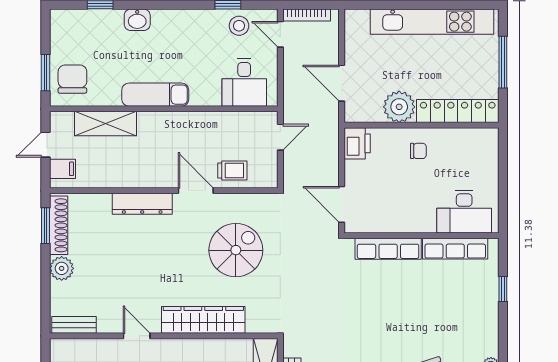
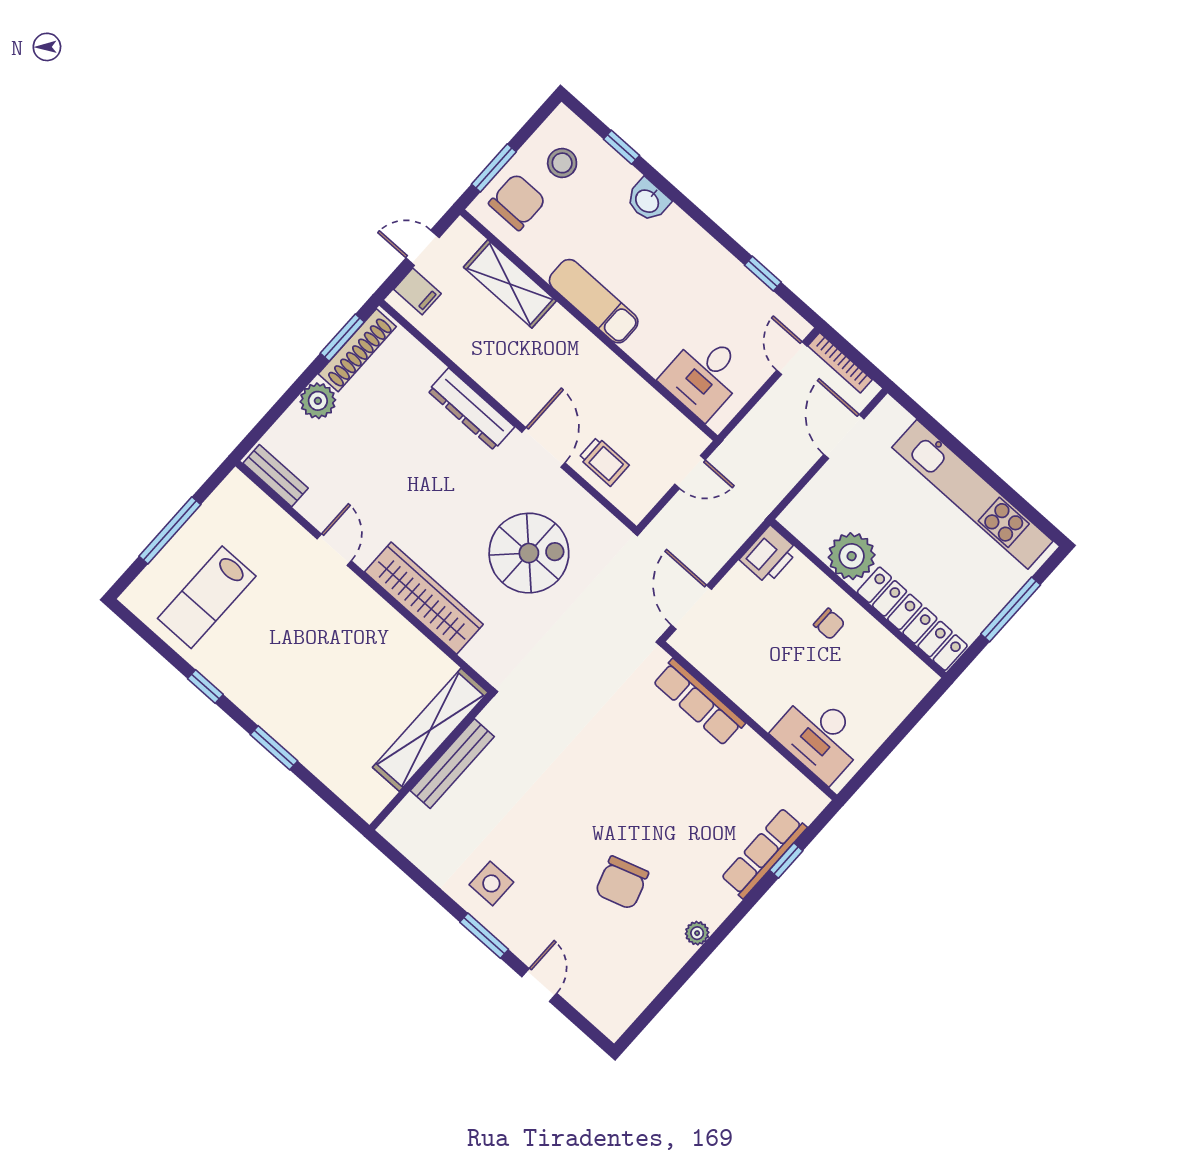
stool: (239, 26) -> (562, 163), moved
door: (342, 83) -> (844, 437), moved
row of seats: (455, 249) -> (764, 853), moved, turned 90

